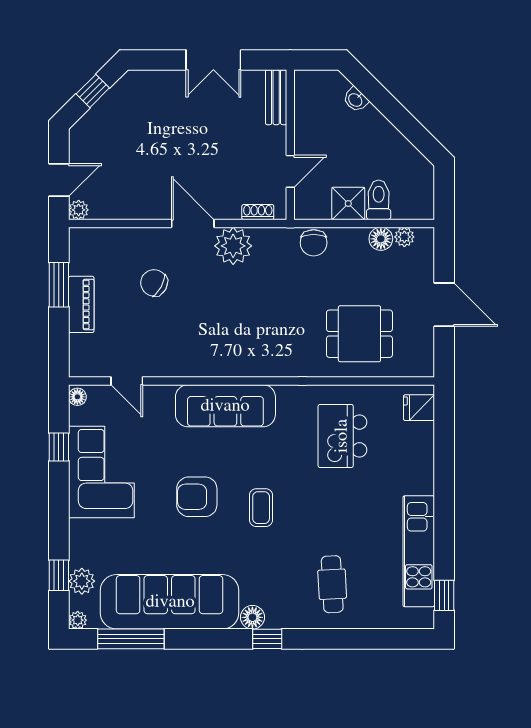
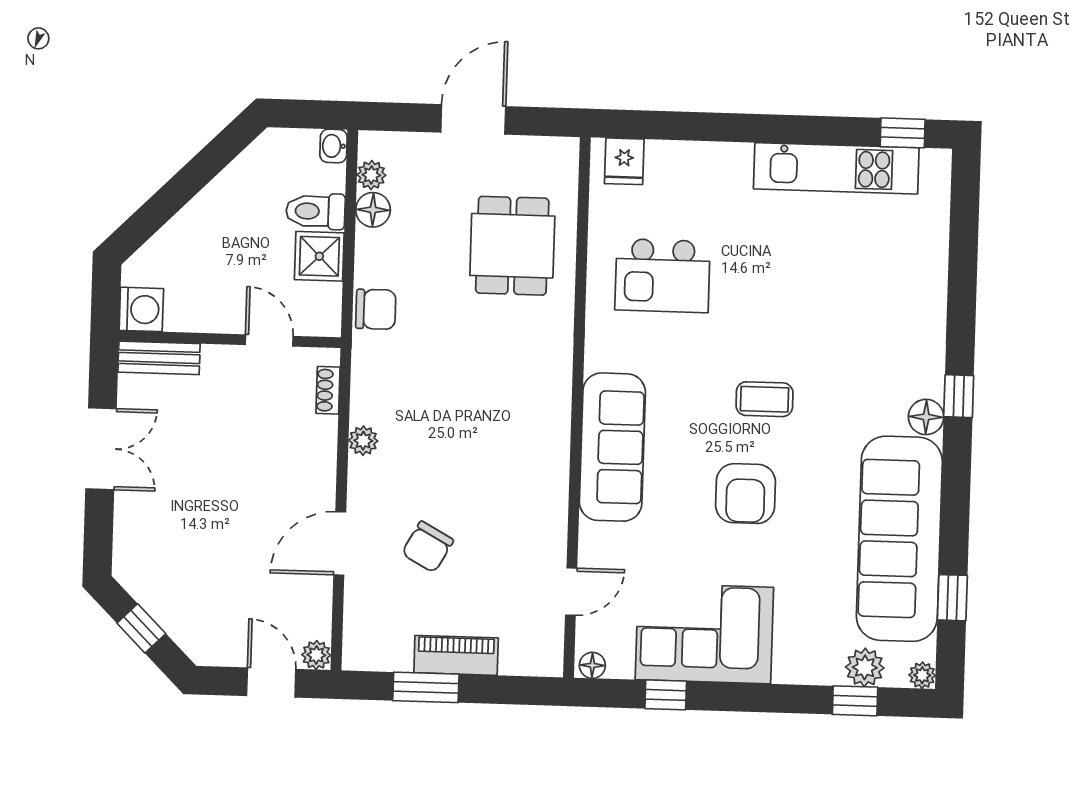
washing machine: (309, 84) -> (141, 309), added
washbasin: (356, 100) -> (334, 146), moved, turned 135
door: (193, 223) -> (340, 543), moved
plant: (233, 246) -> (363, 441), width x0.53, depth x0.53
cafe table: (332, 584) -> (881, 298), removed
window: (131, 639) -> (952, 598), width x0.46

